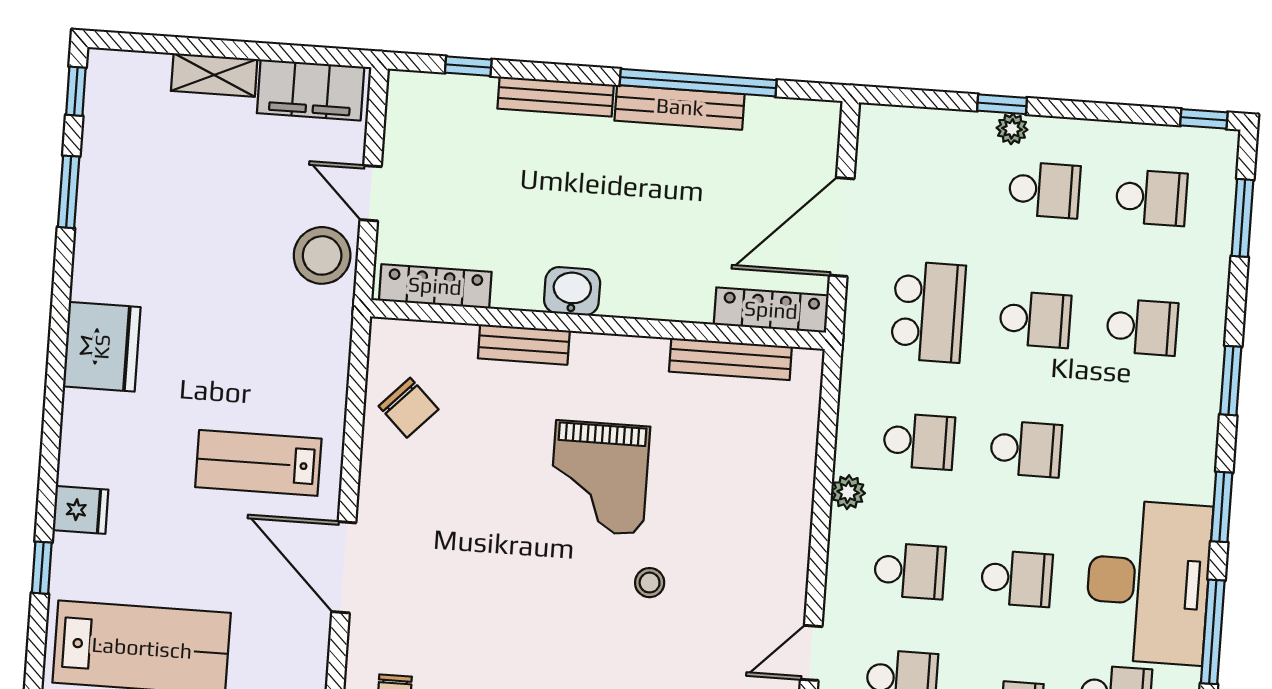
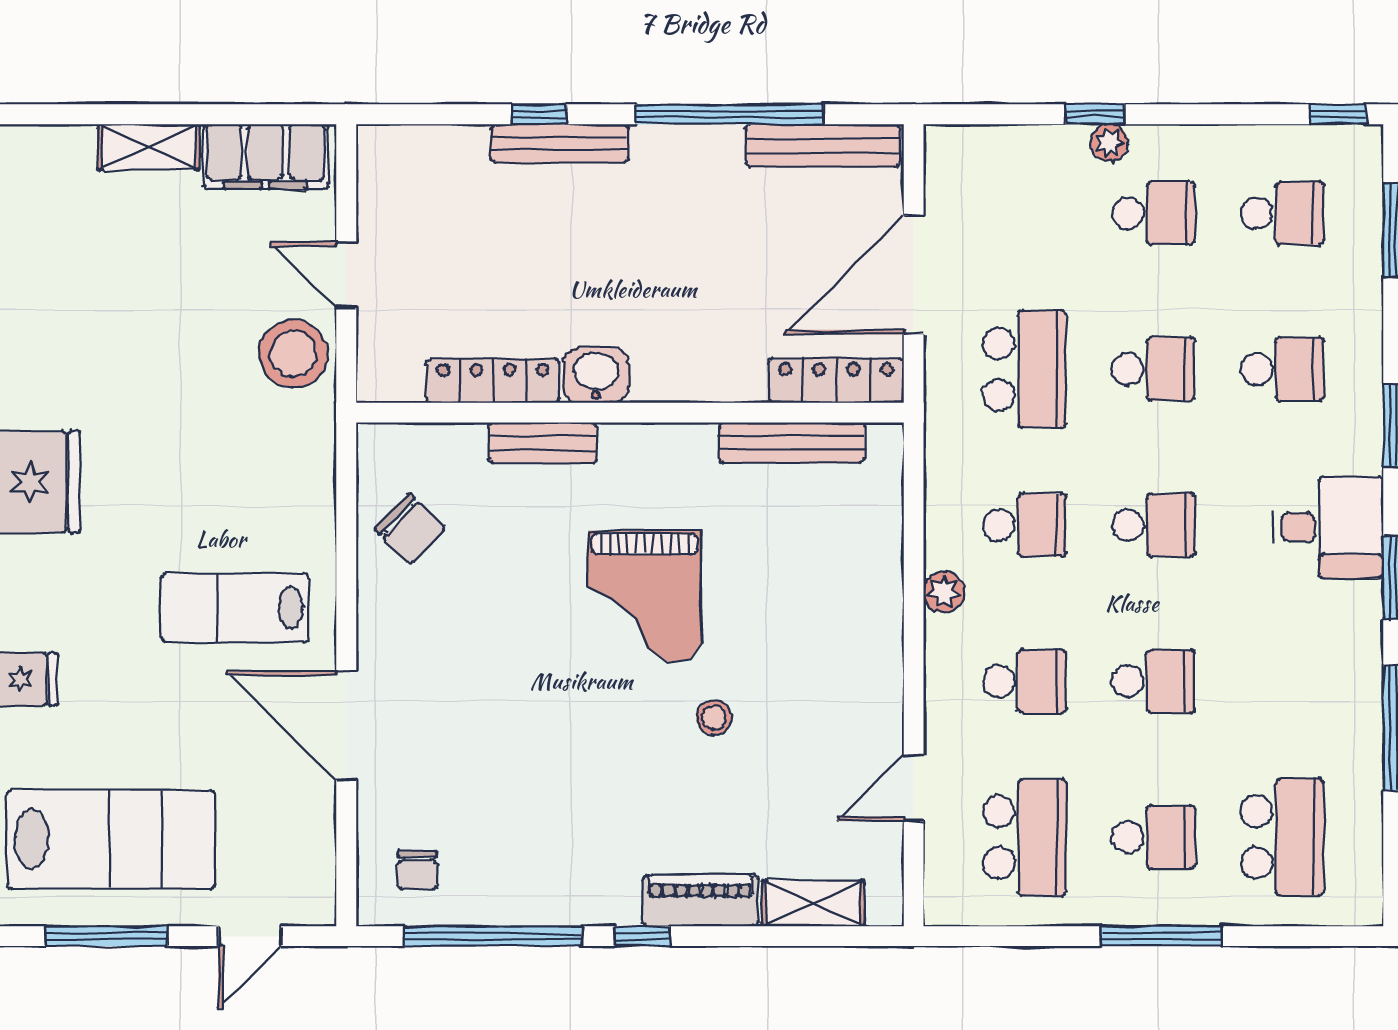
window: (468, 66) -> (539, 114), moved
bench: (680, 107) -> (823, 146), moved
locker: (435, 286) -> (493, 381), moved
desk: (1148, 582) -> (1328, 527), moved, width x0.53, depth x0.77

